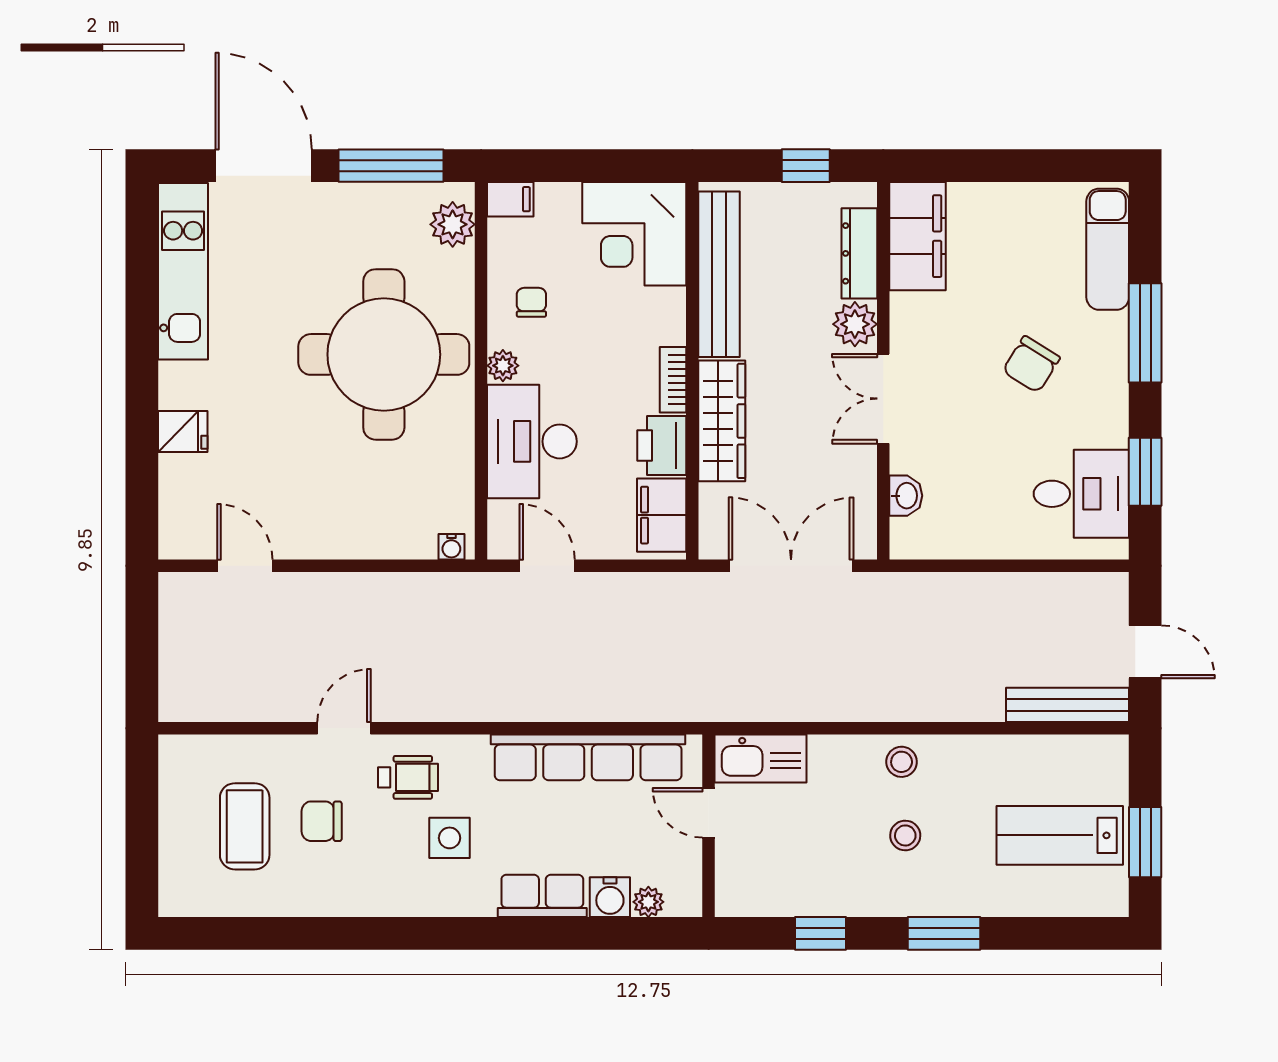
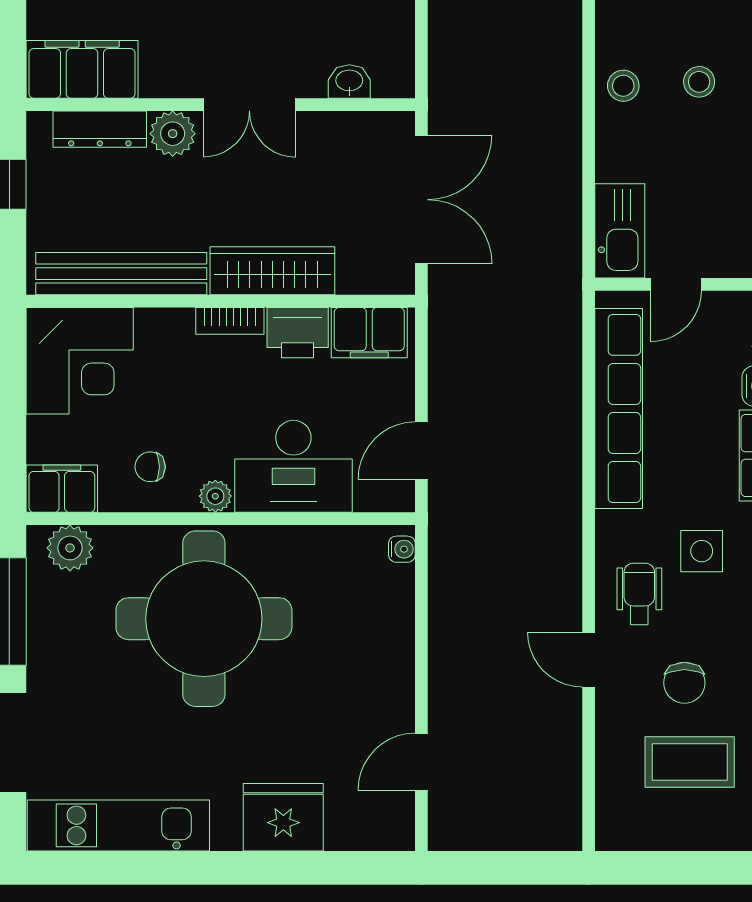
filing cabinet: (510, 199) -> (62, 489), width x2.00
fridge: (183, 432) -> (283, 817), width x1.88, depth x1.34
double door: (791, 566) -> (421, 200), swing flipped

